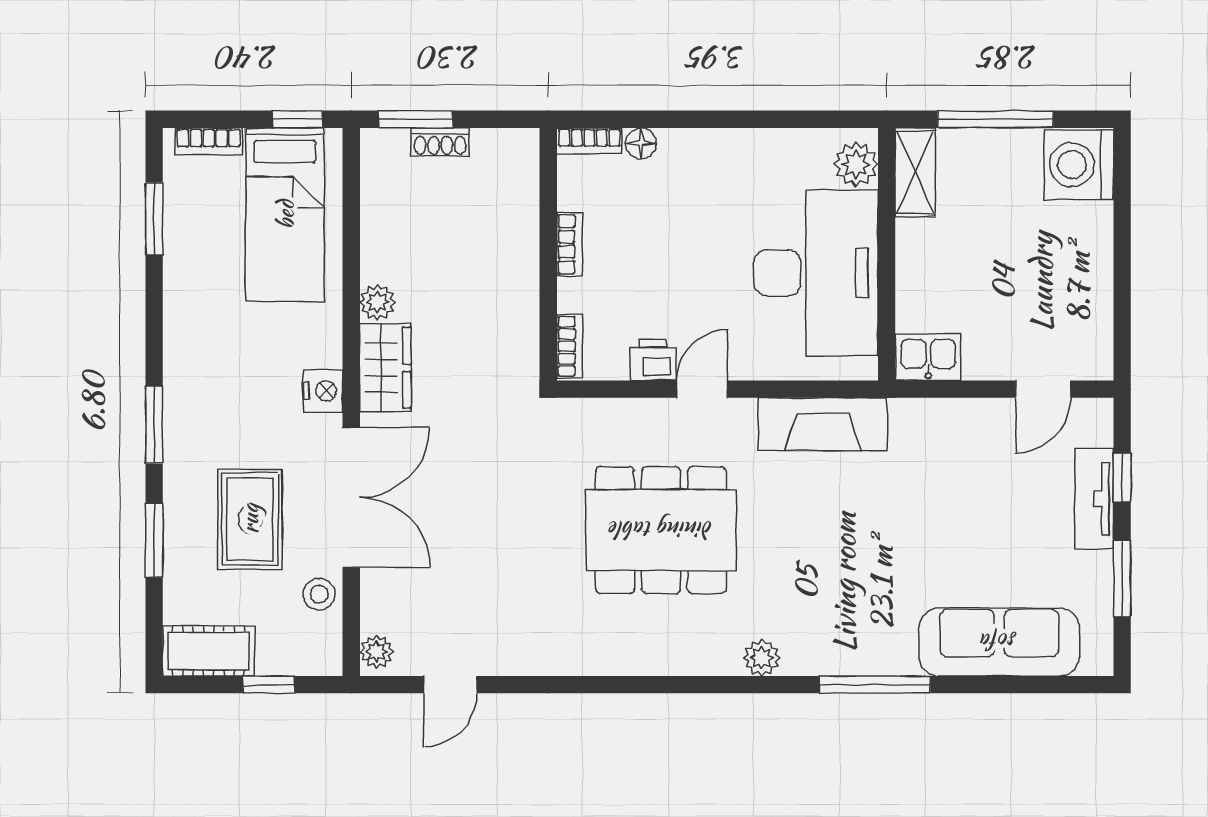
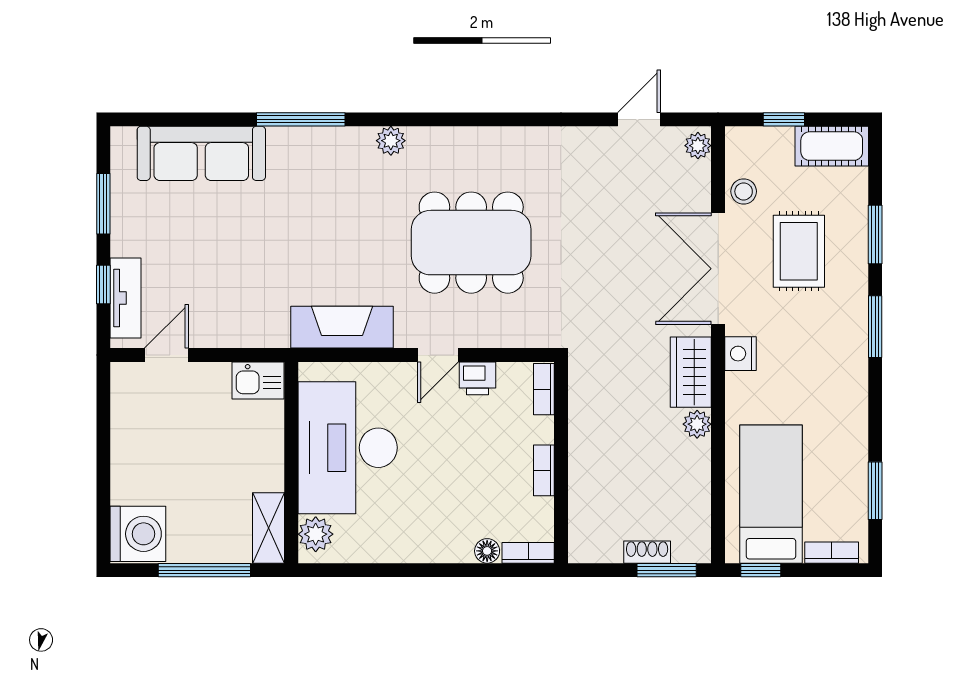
tv unit: (1094, 499) -> (126, 298), moved

